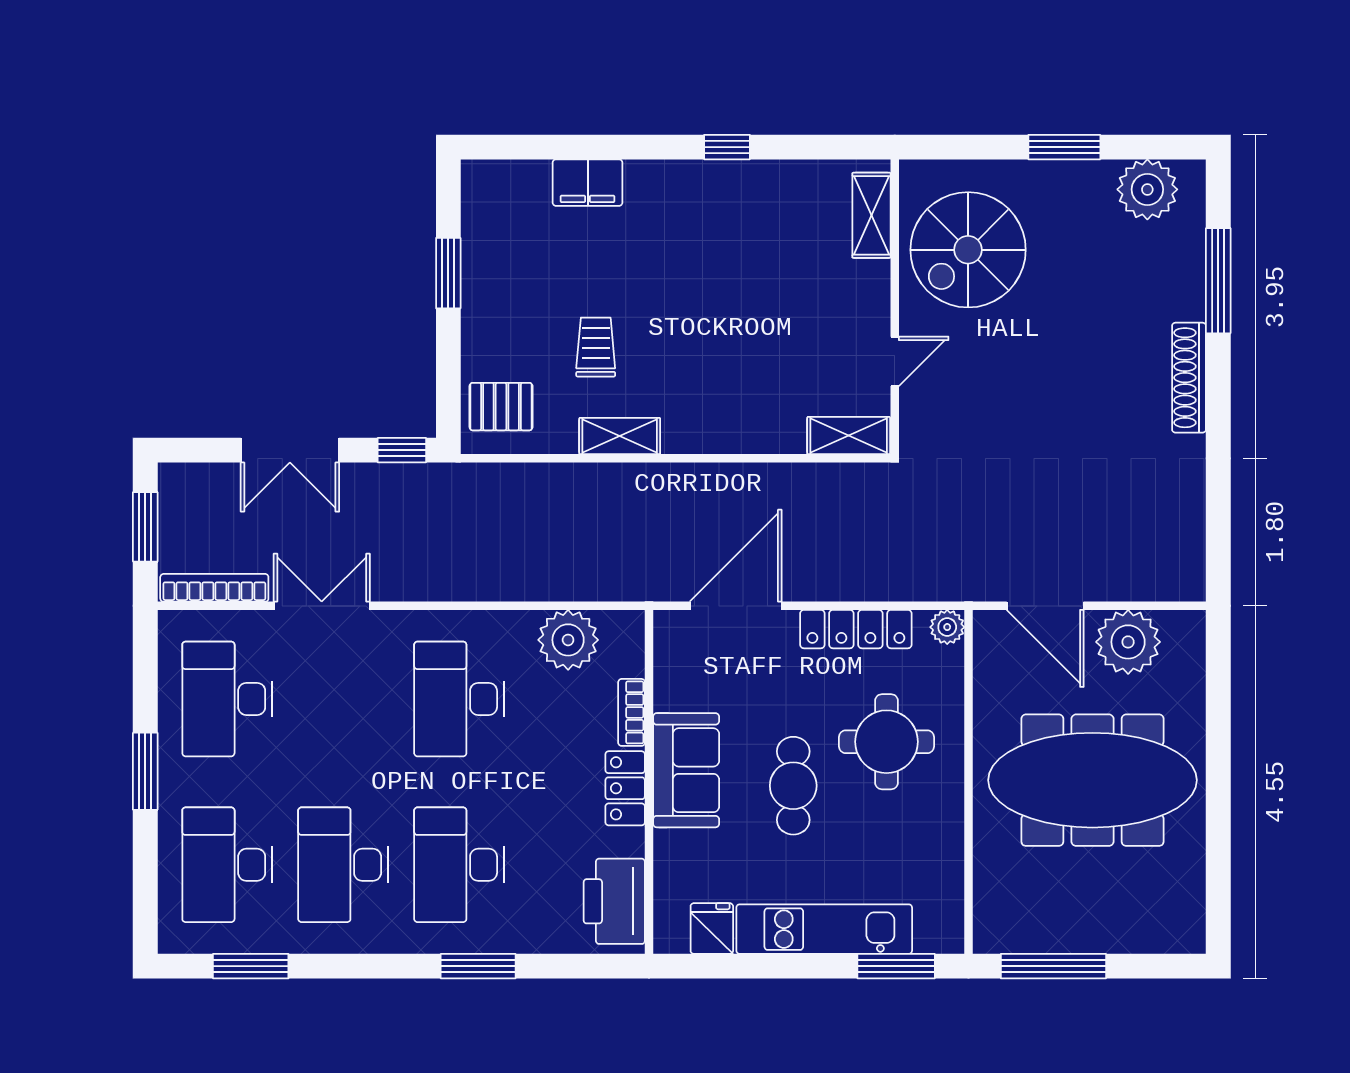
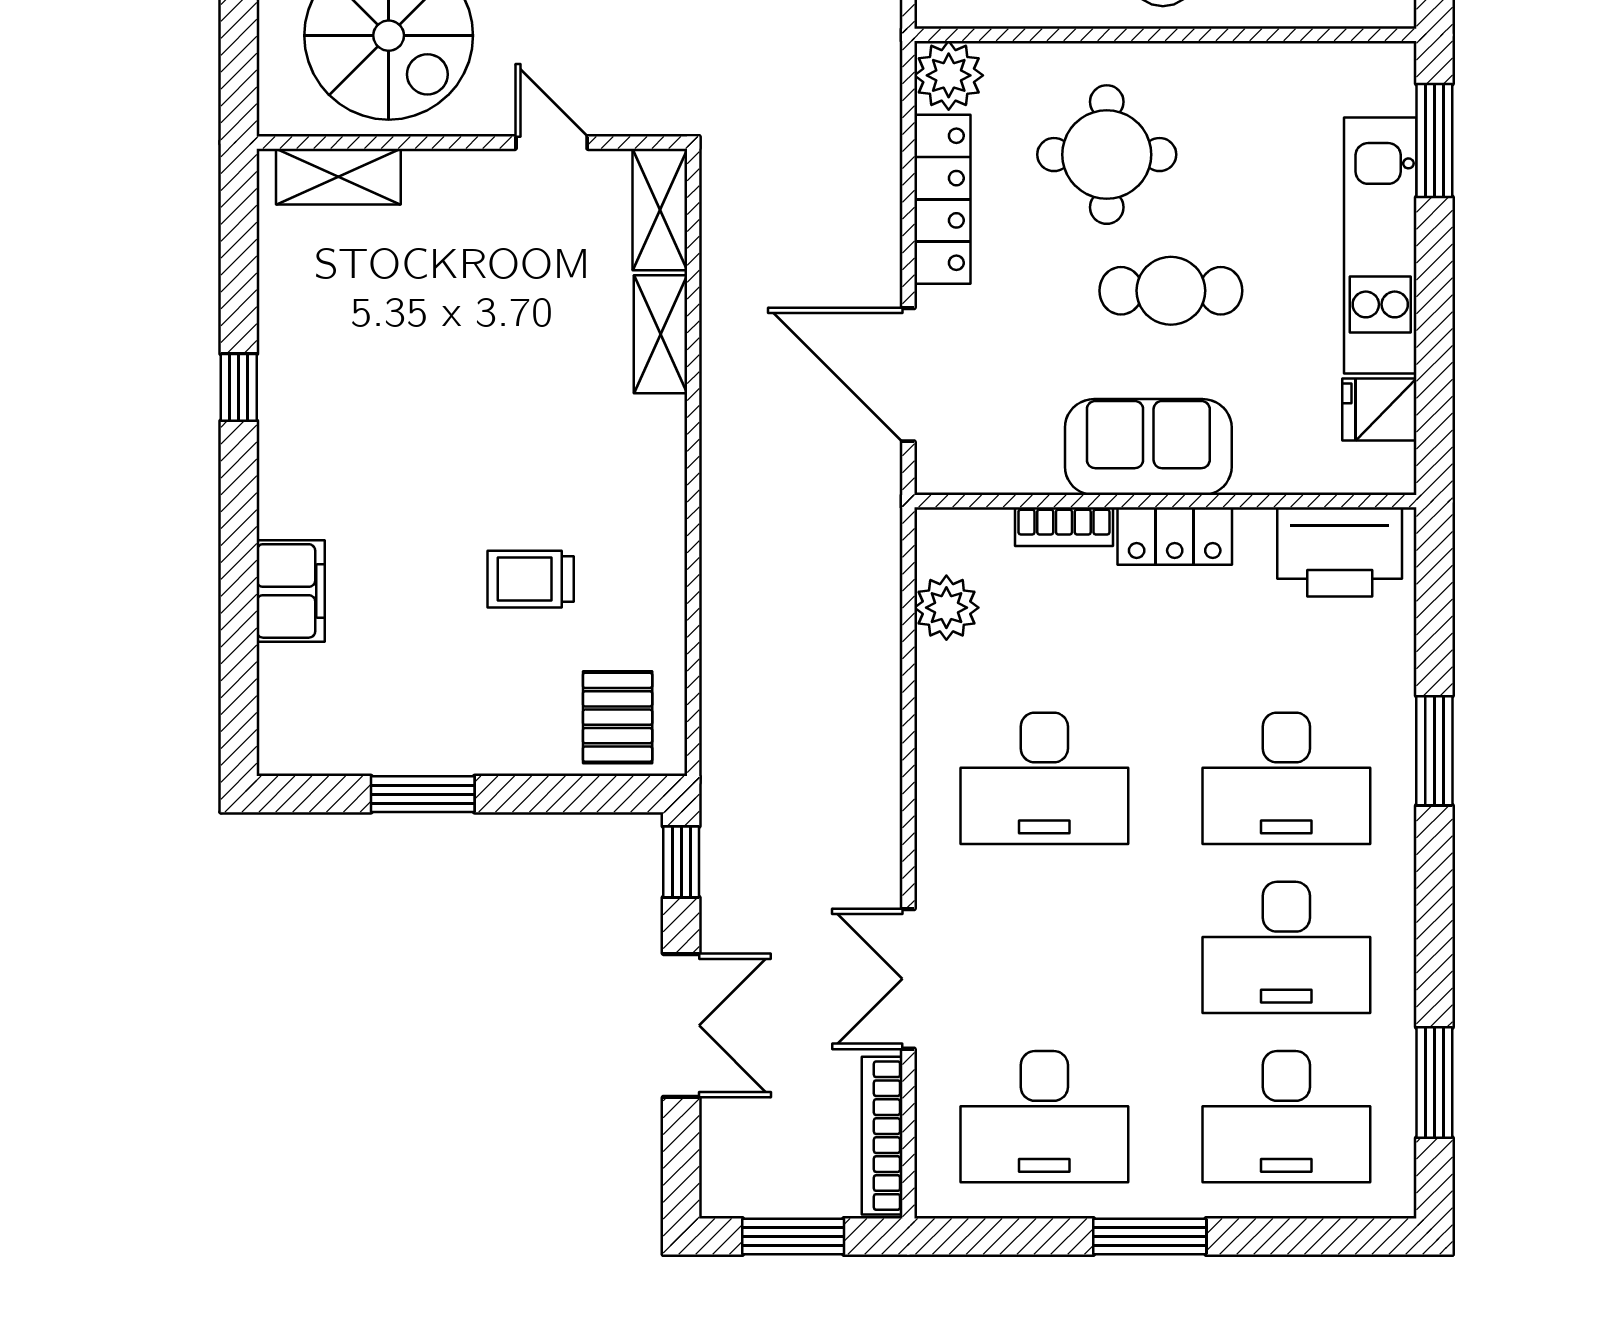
shelving: (620, 436) -> (661, 334), moved
plant: (947, 627) -> (949, 75), width x1.38, depth x1.38
plant: (568, 640) -> (946, 608), width x0.73, depth x0.73

